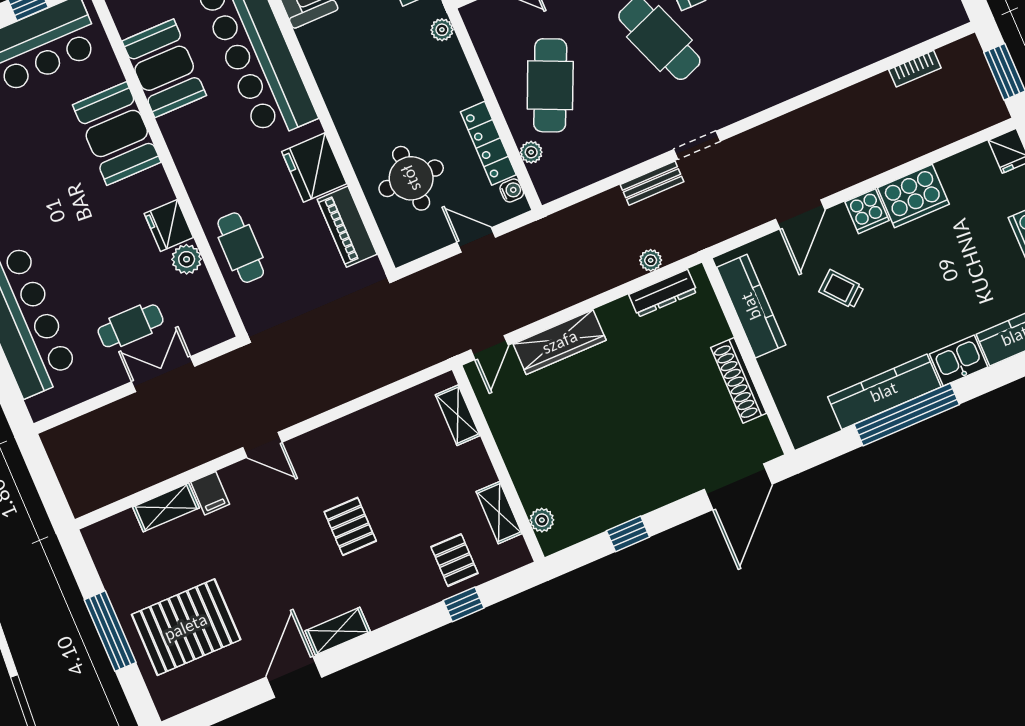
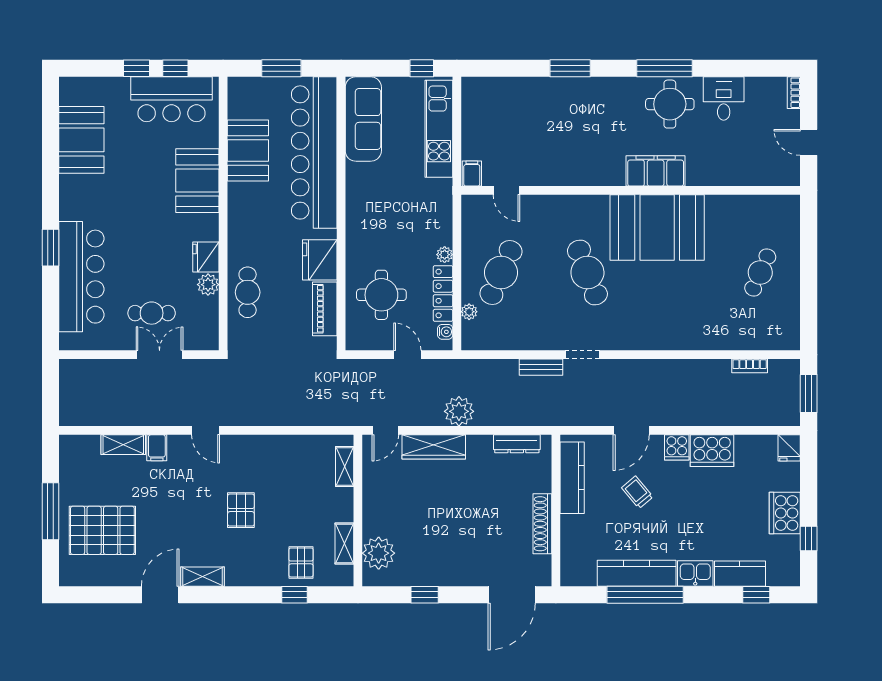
plant: (442, 30) -> (445, 255), moved
plant: (651, 260) -> (459, 411), moved, width x1.88, depth x1.88
plant: (542, 520) -> (379, 553), width x1.88, depth x1.88

